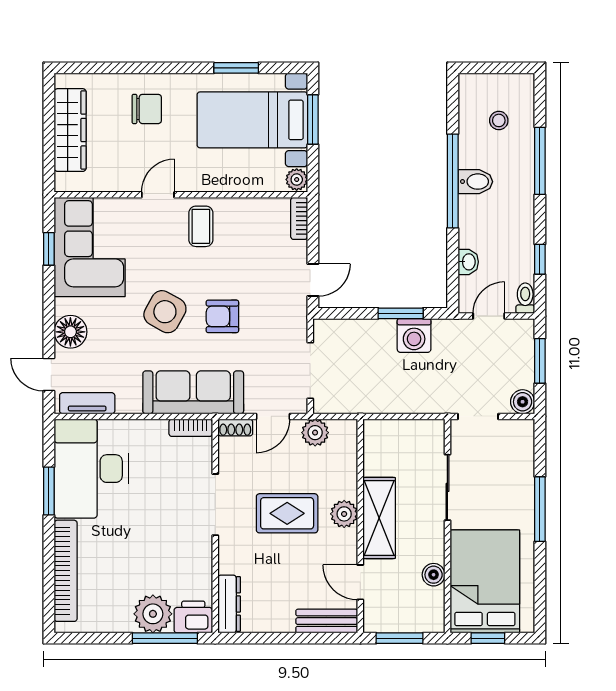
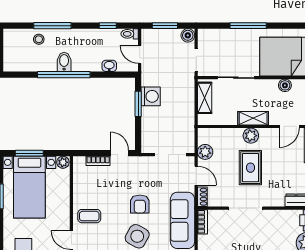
stool: (499, 120) -> (39, 39), moved
bookcase: (299, 218) -> (98, 161), moved
shelving: (411, 432) -> (205, 98), added
shelving: (379, 518) -> (253, 118), width x0.67, depth x0.75

